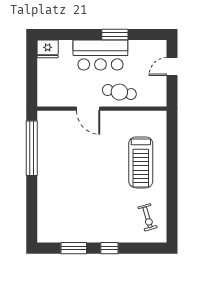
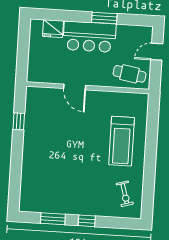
fridge: (48, 49) -> (53, 29), moved
cafe table: (119, 92) -> (130, 74), moved
window: (32, 148) -> (19, 121), width x0.32

